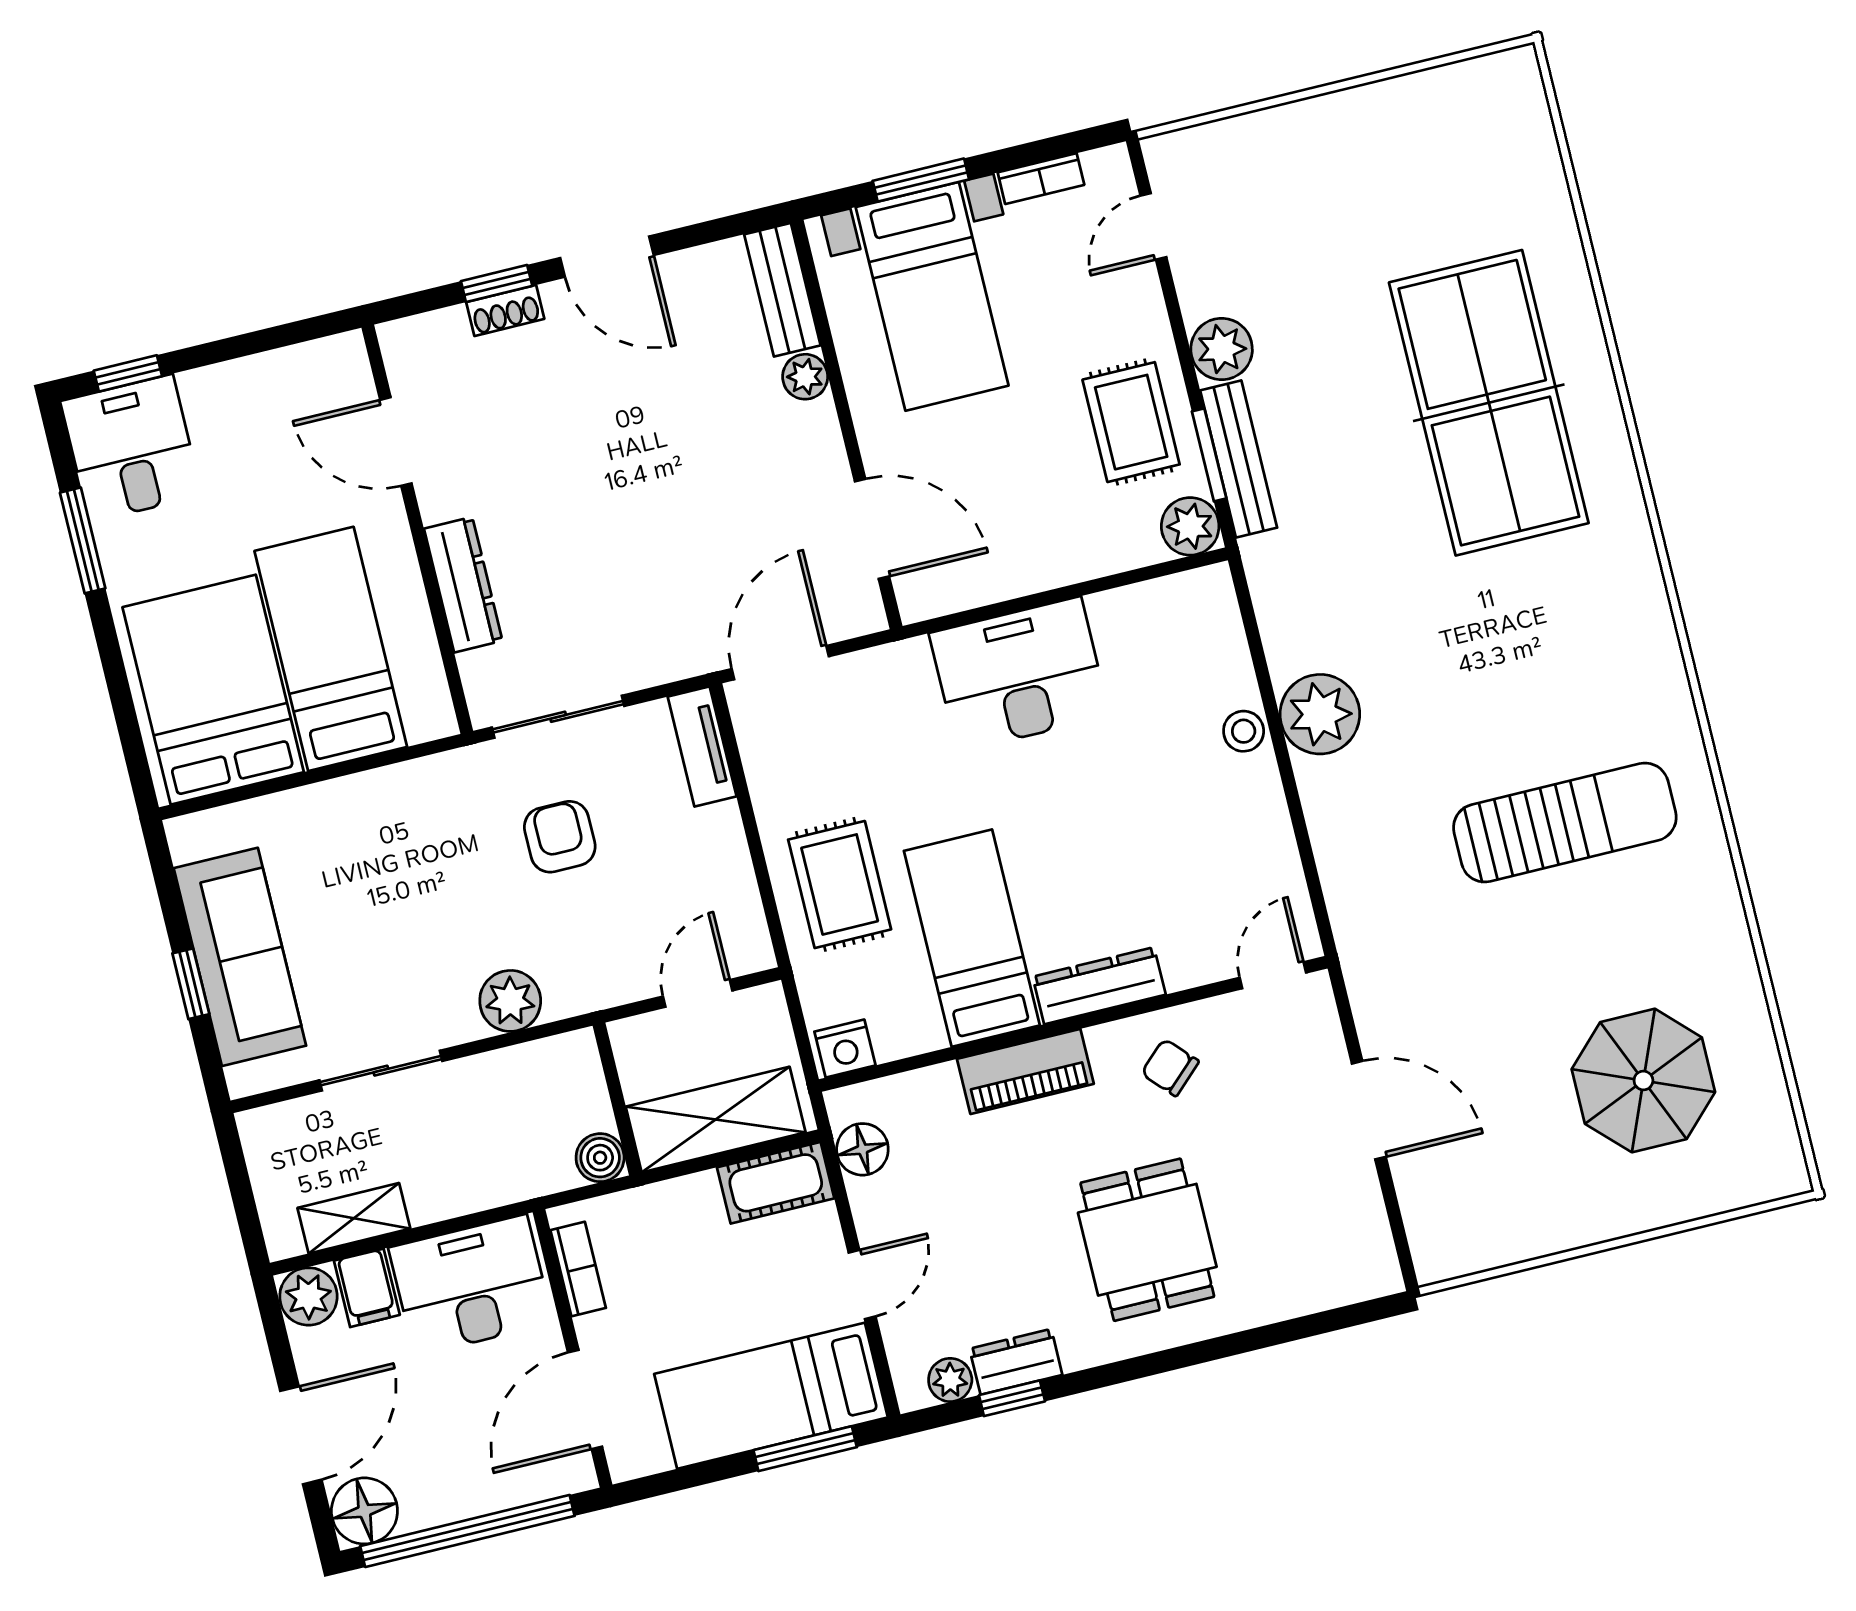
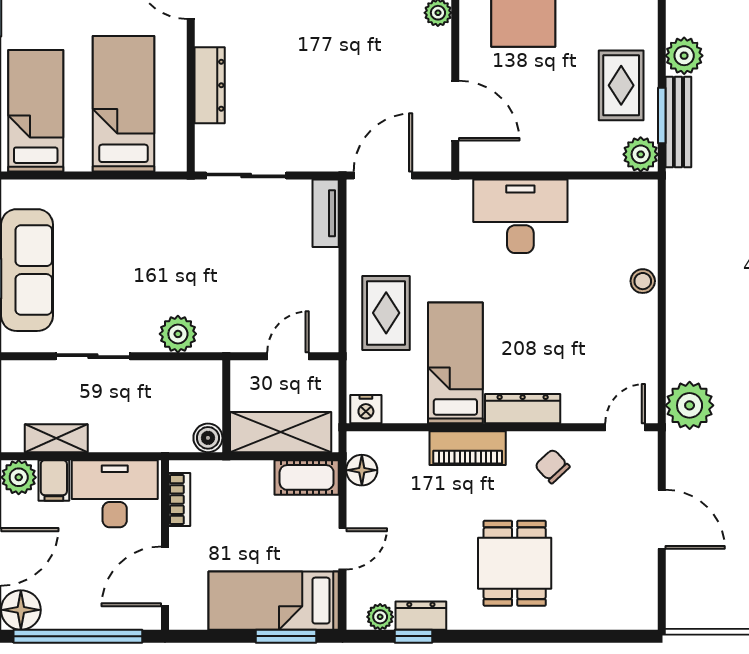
bed: (213, 690) -> (36, 111), width x0.67
plant: (1320, 714) -> (690, 405), moved
armchair: (560, 837) -> (230, 245), removed

